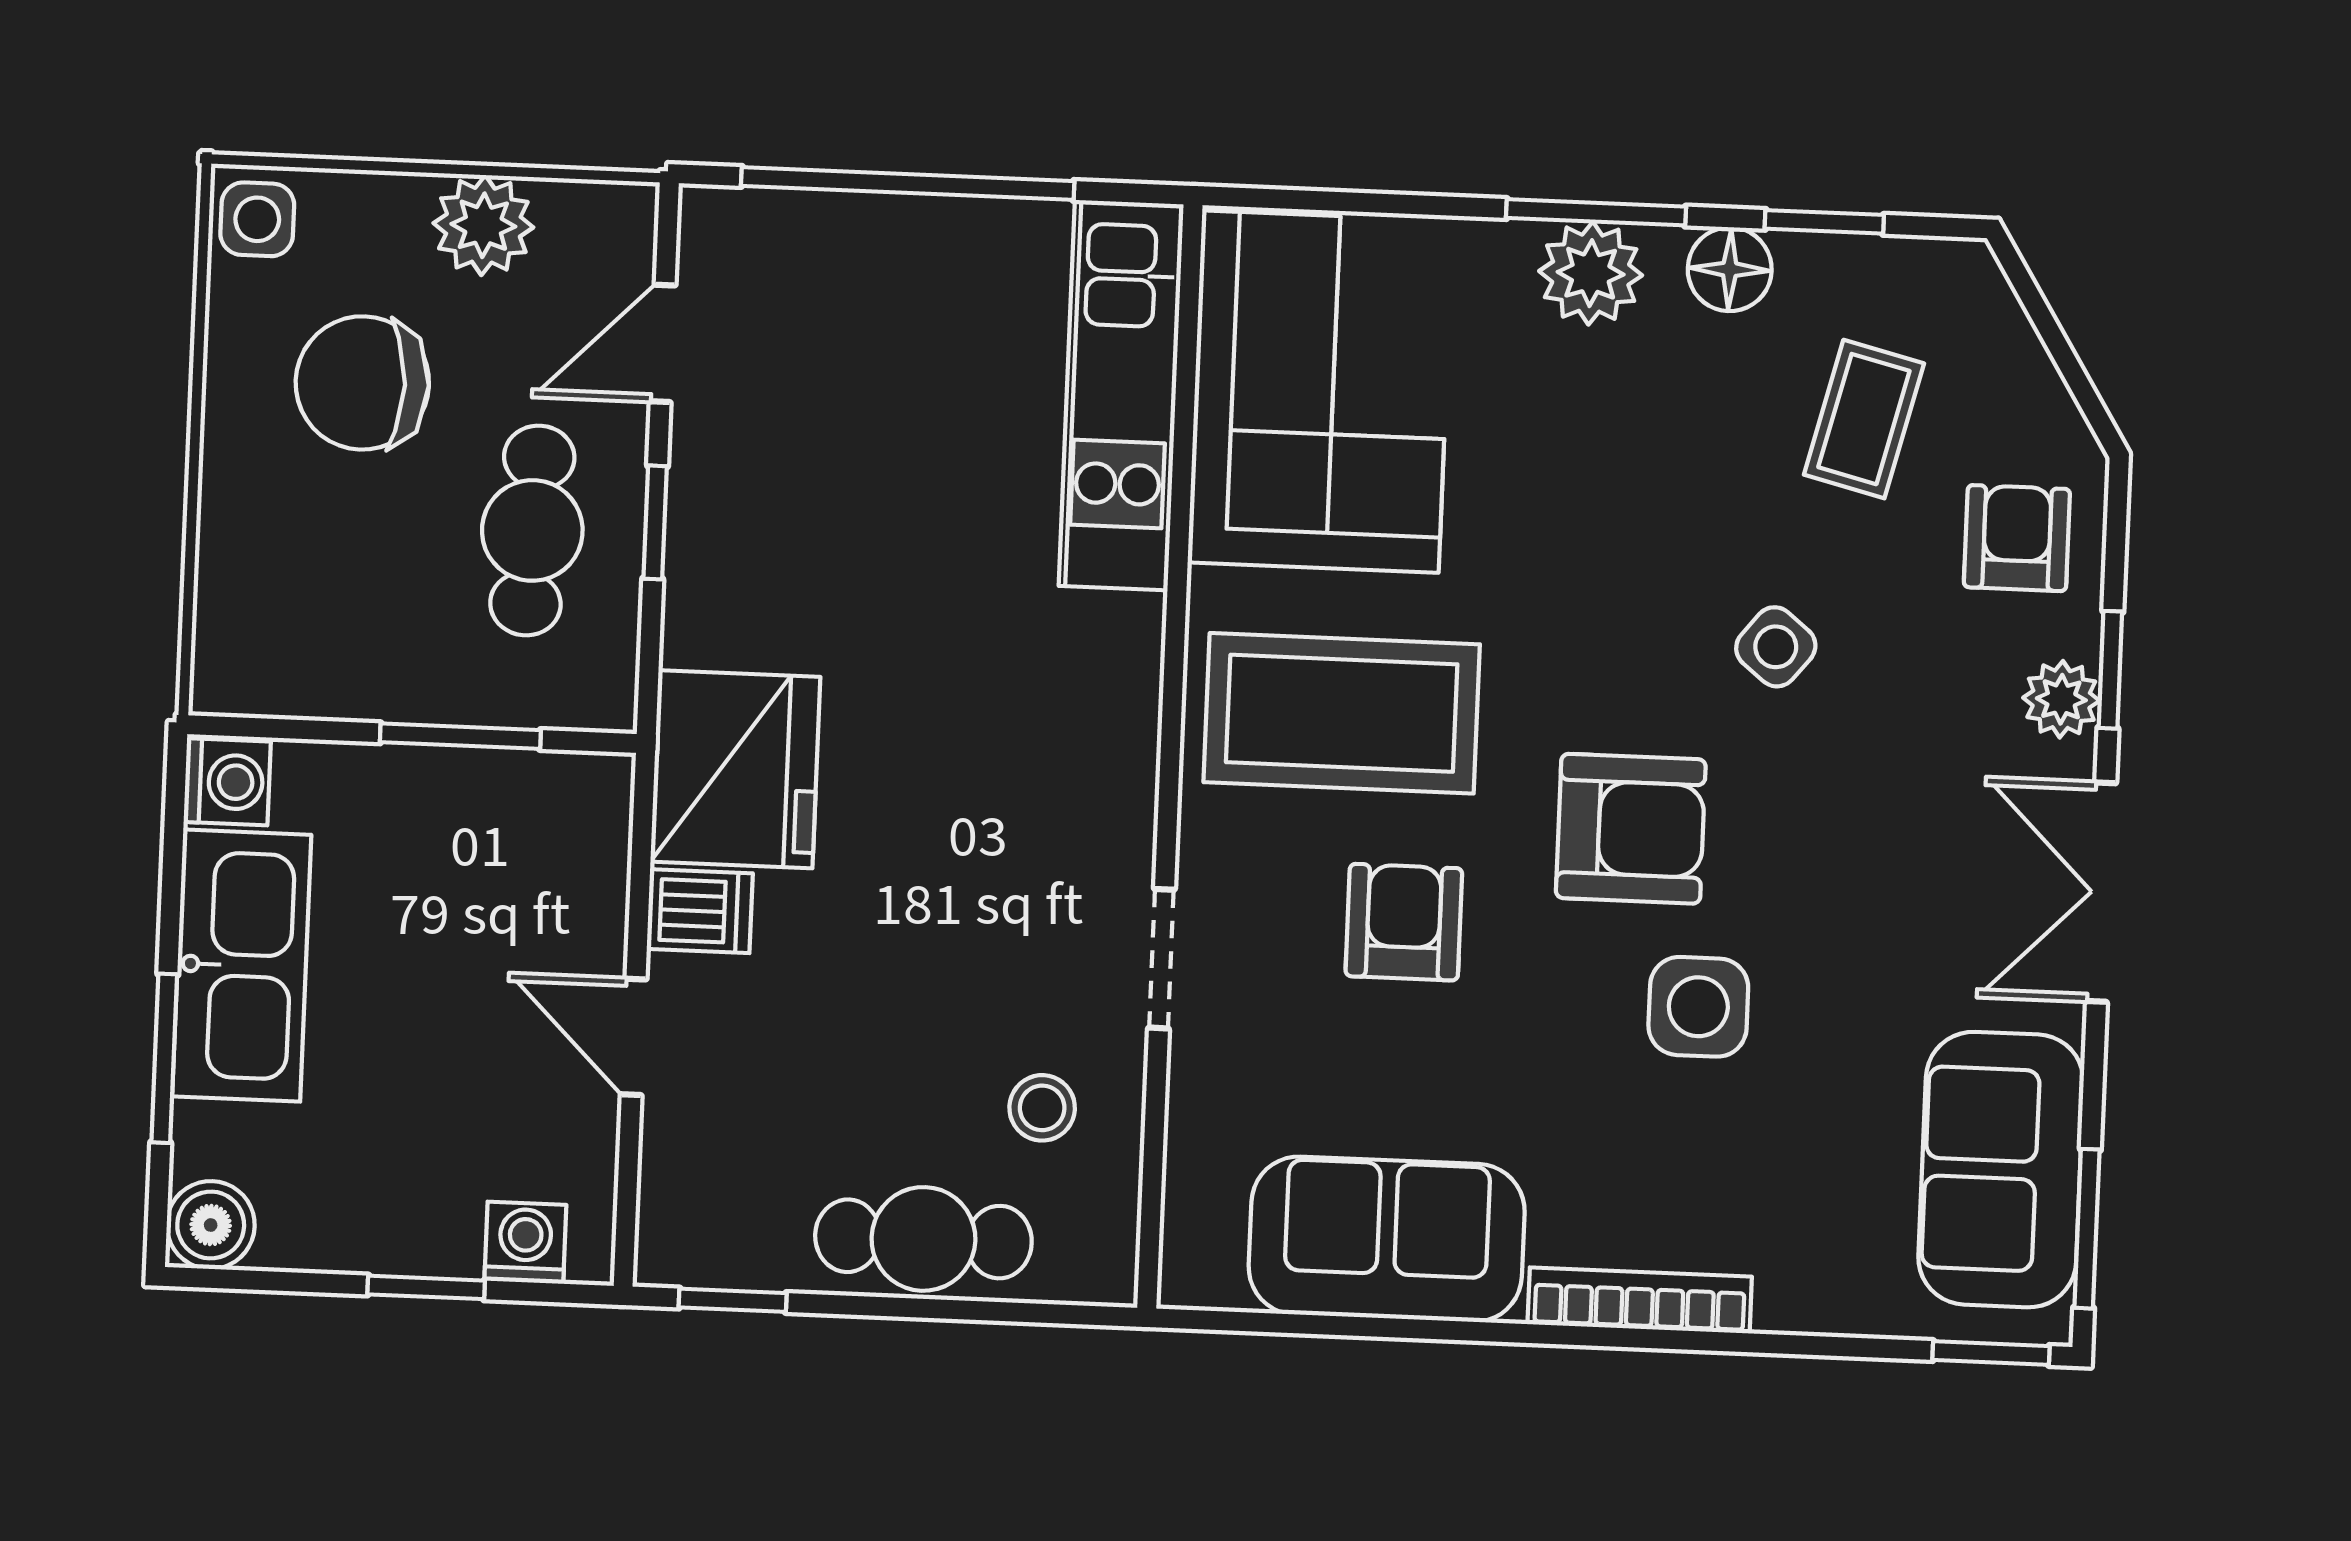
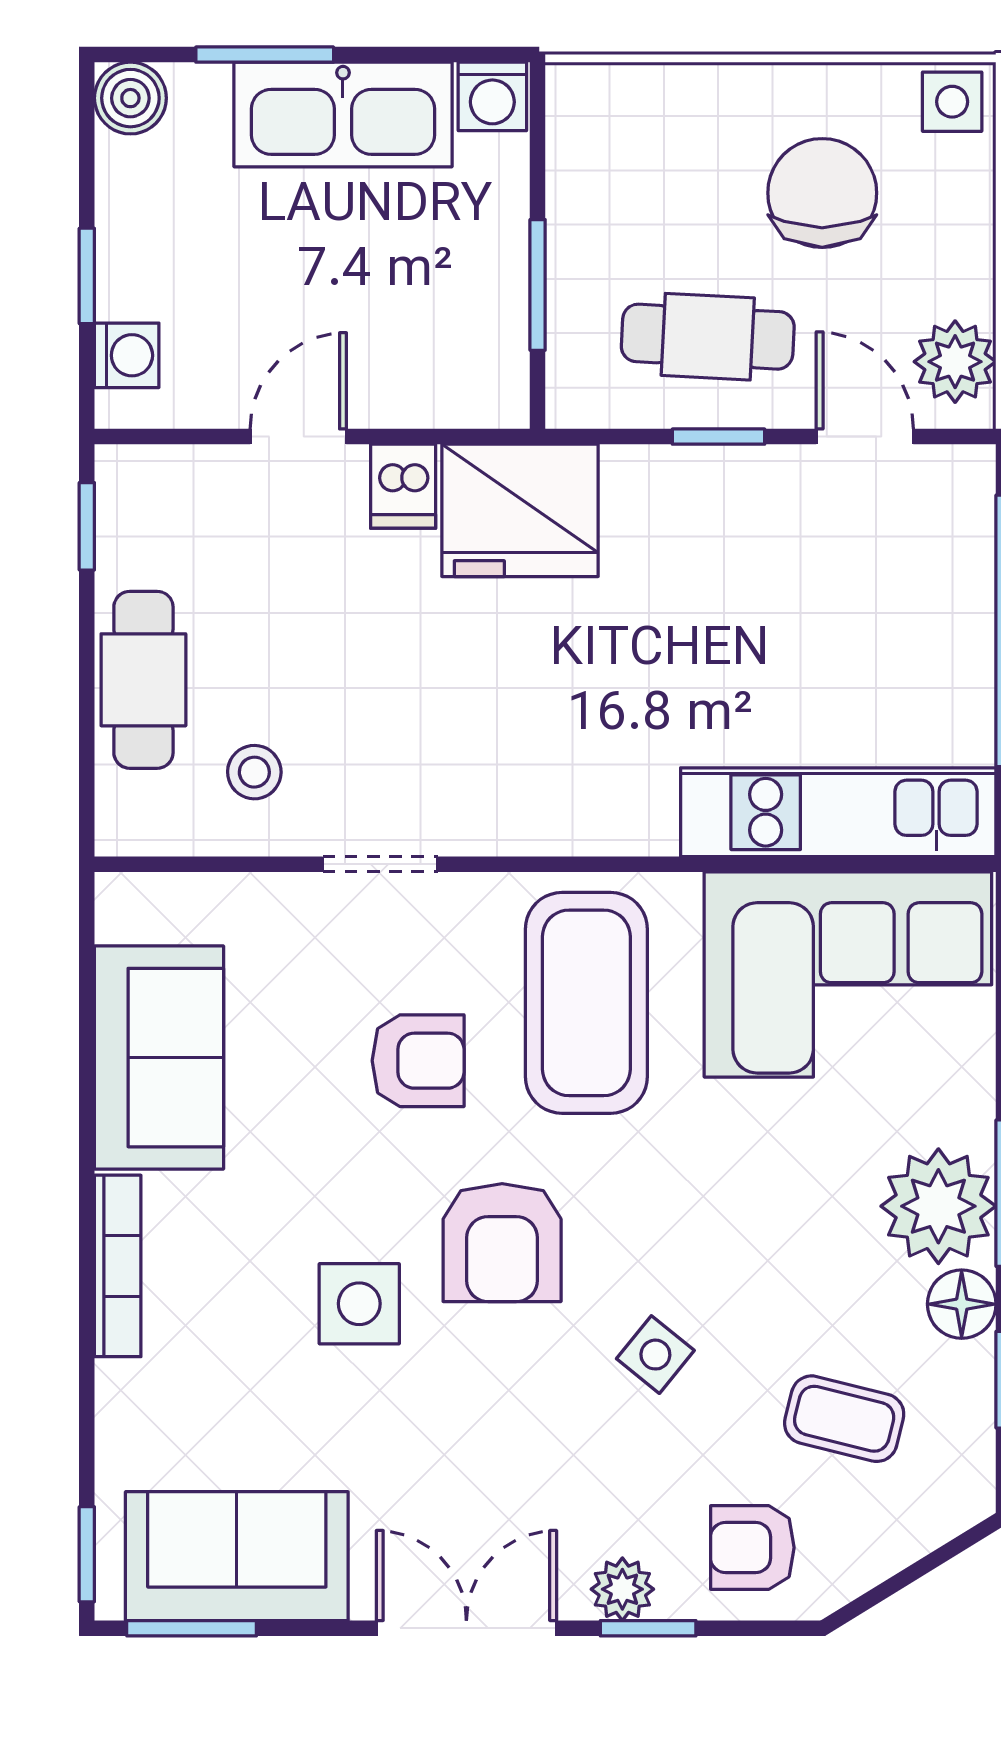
plant: (483, 225) -> (955, 362), moved
plant: (1591, 273) -> (938, 1206), width x1.36, depth x1.36
armchair: (2017, 538) -> (752, 1548), turned 180

